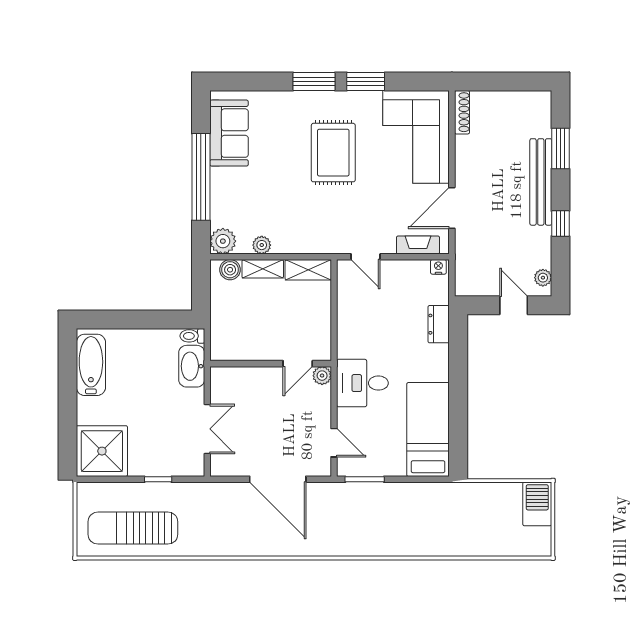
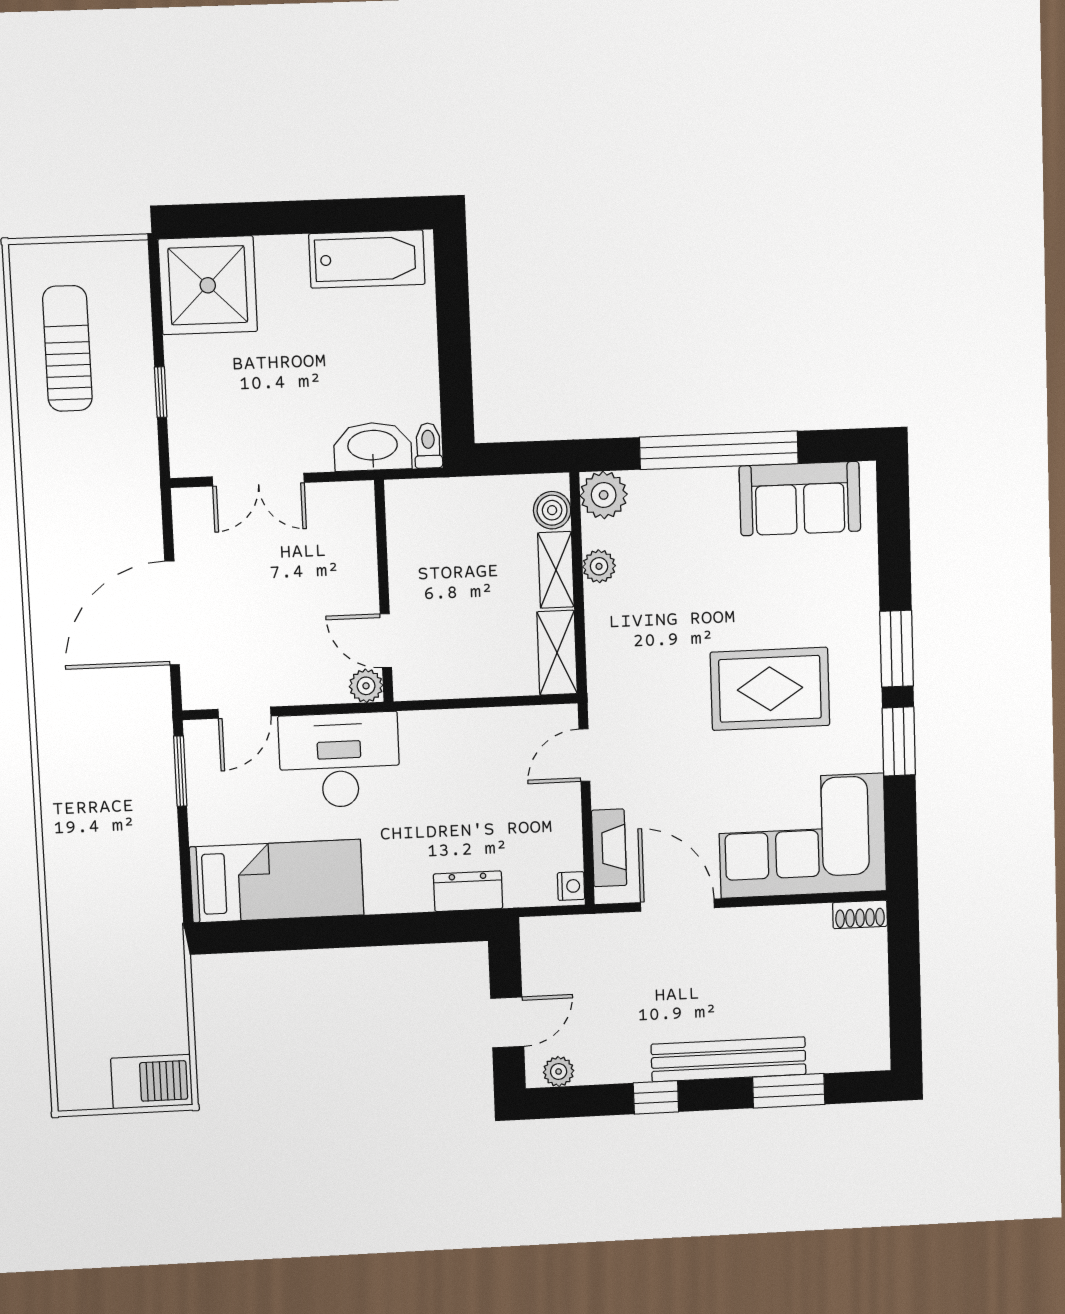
shoe rack: (462, 112) -> (860, 914), width x0.70
desk: (362, 383) -> (339, 760), width x1.37
sun lounger: (133, 528) -> (67, 348), width x0.73, depth x0.75

